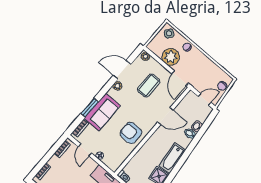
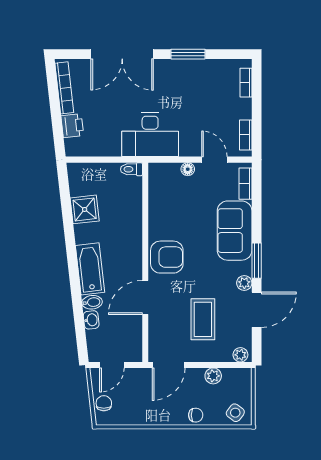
plant: (171, 57) -> (213, 376), width x0.53, depth x0.53
door: (180, 78) -> (169, 365), swing flipped
window: (90, 108) -> (257, 261), moved
armchair: (131, 133) -> (167, 257), moved
bathtub: (172, 158) -> (90, 269), moved

